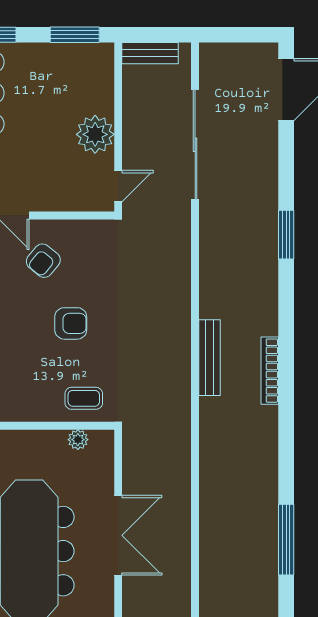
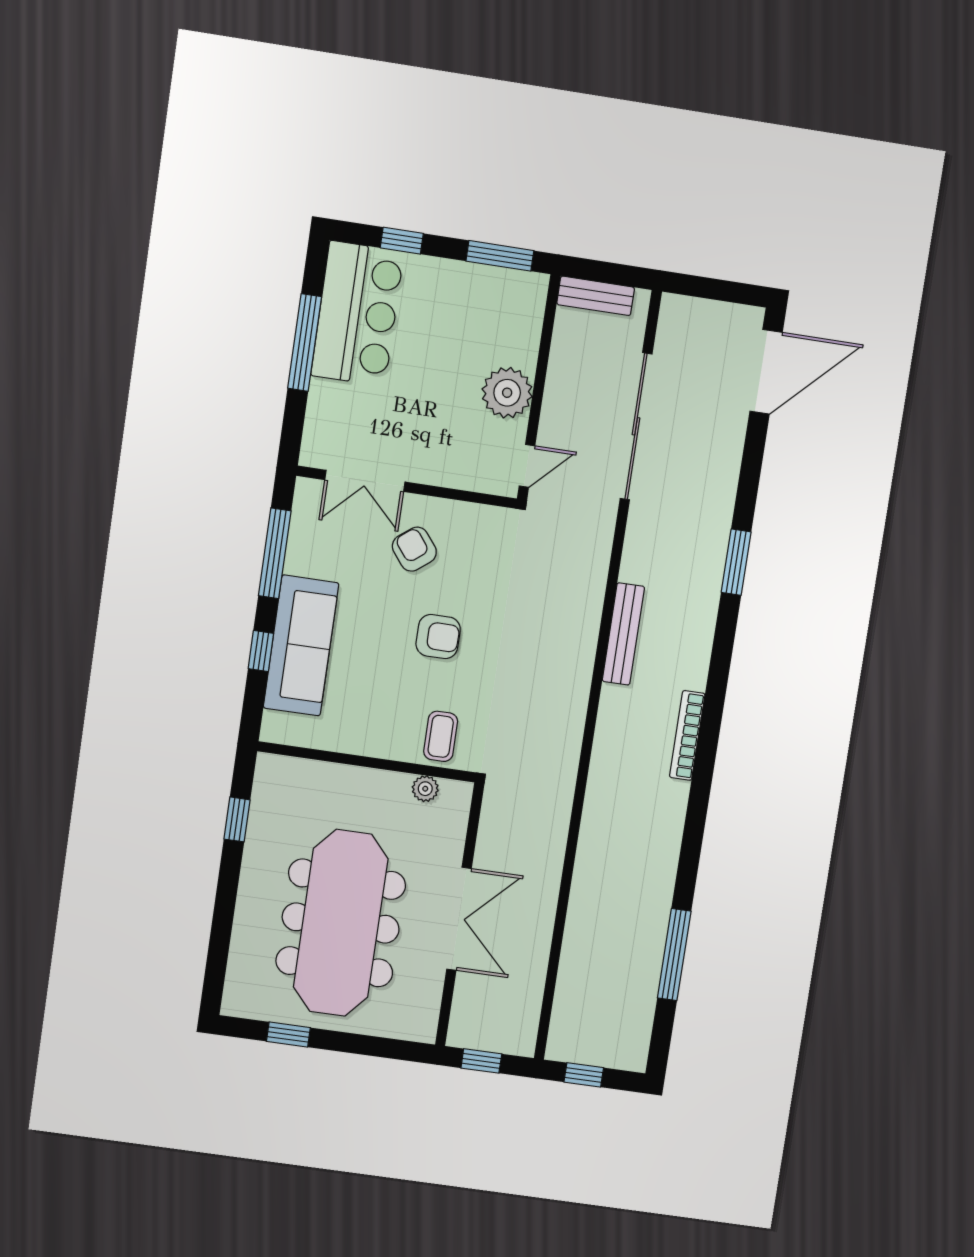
armchair: (43, 261) -> (414, 549), turned 103
bench: (210, 358) -> (623, 634), moved
coffee table: (84, 398) -> (441, 736), turned 90

